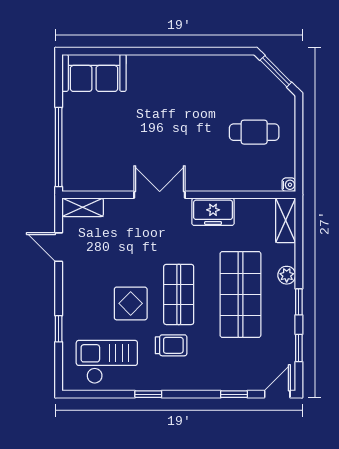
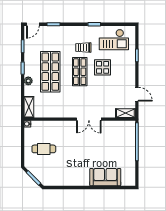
sofa: (94, 73) -> (105, 177), moved
freezer: (213, 212) -> (63, 111), removed

